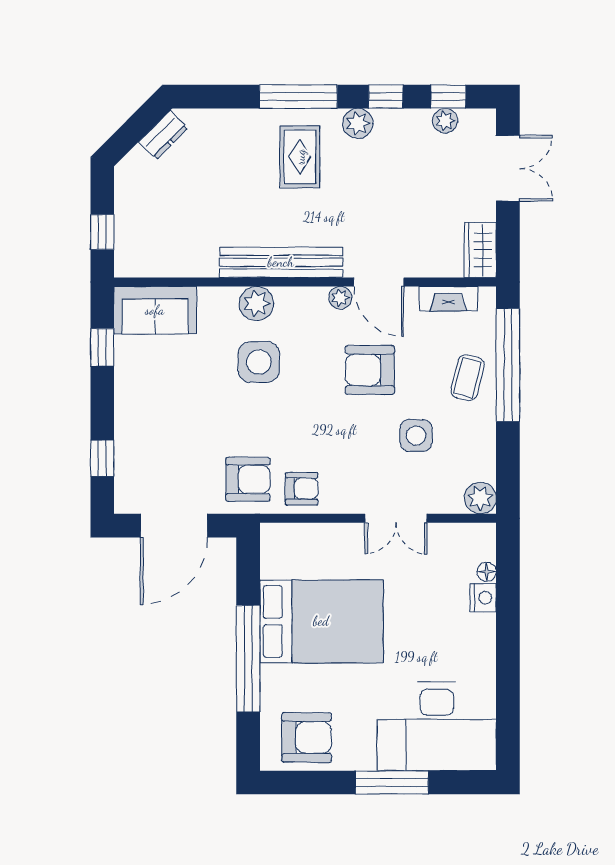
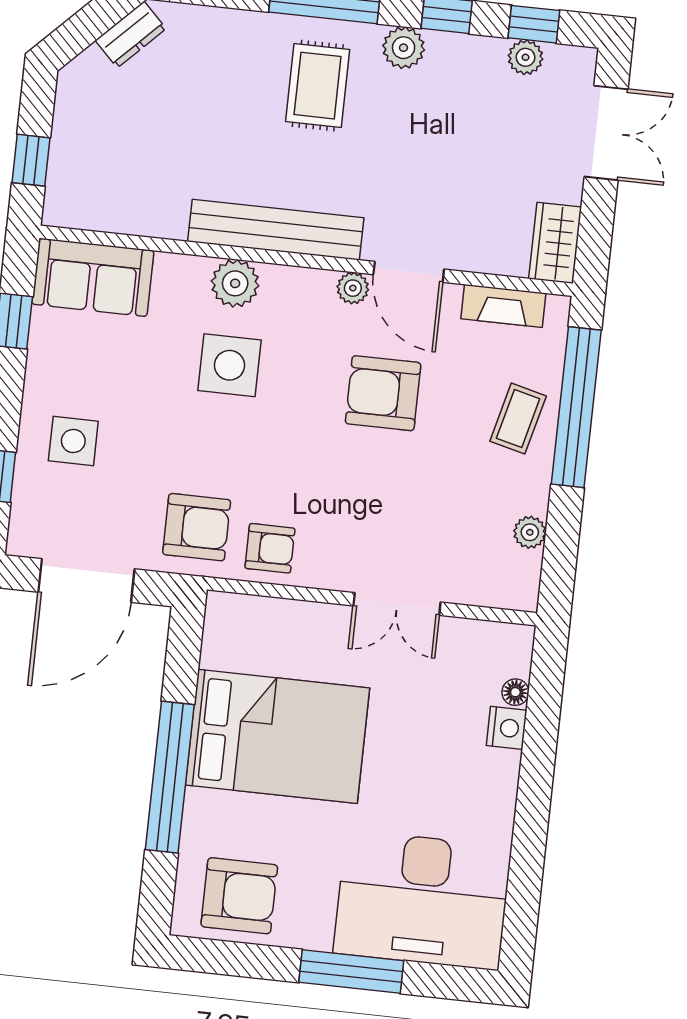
side table: (416, 436) -> (73, 441), moved
plant: (480, 498) -> (530, 532), moved, width x0.73, depth x0.73

